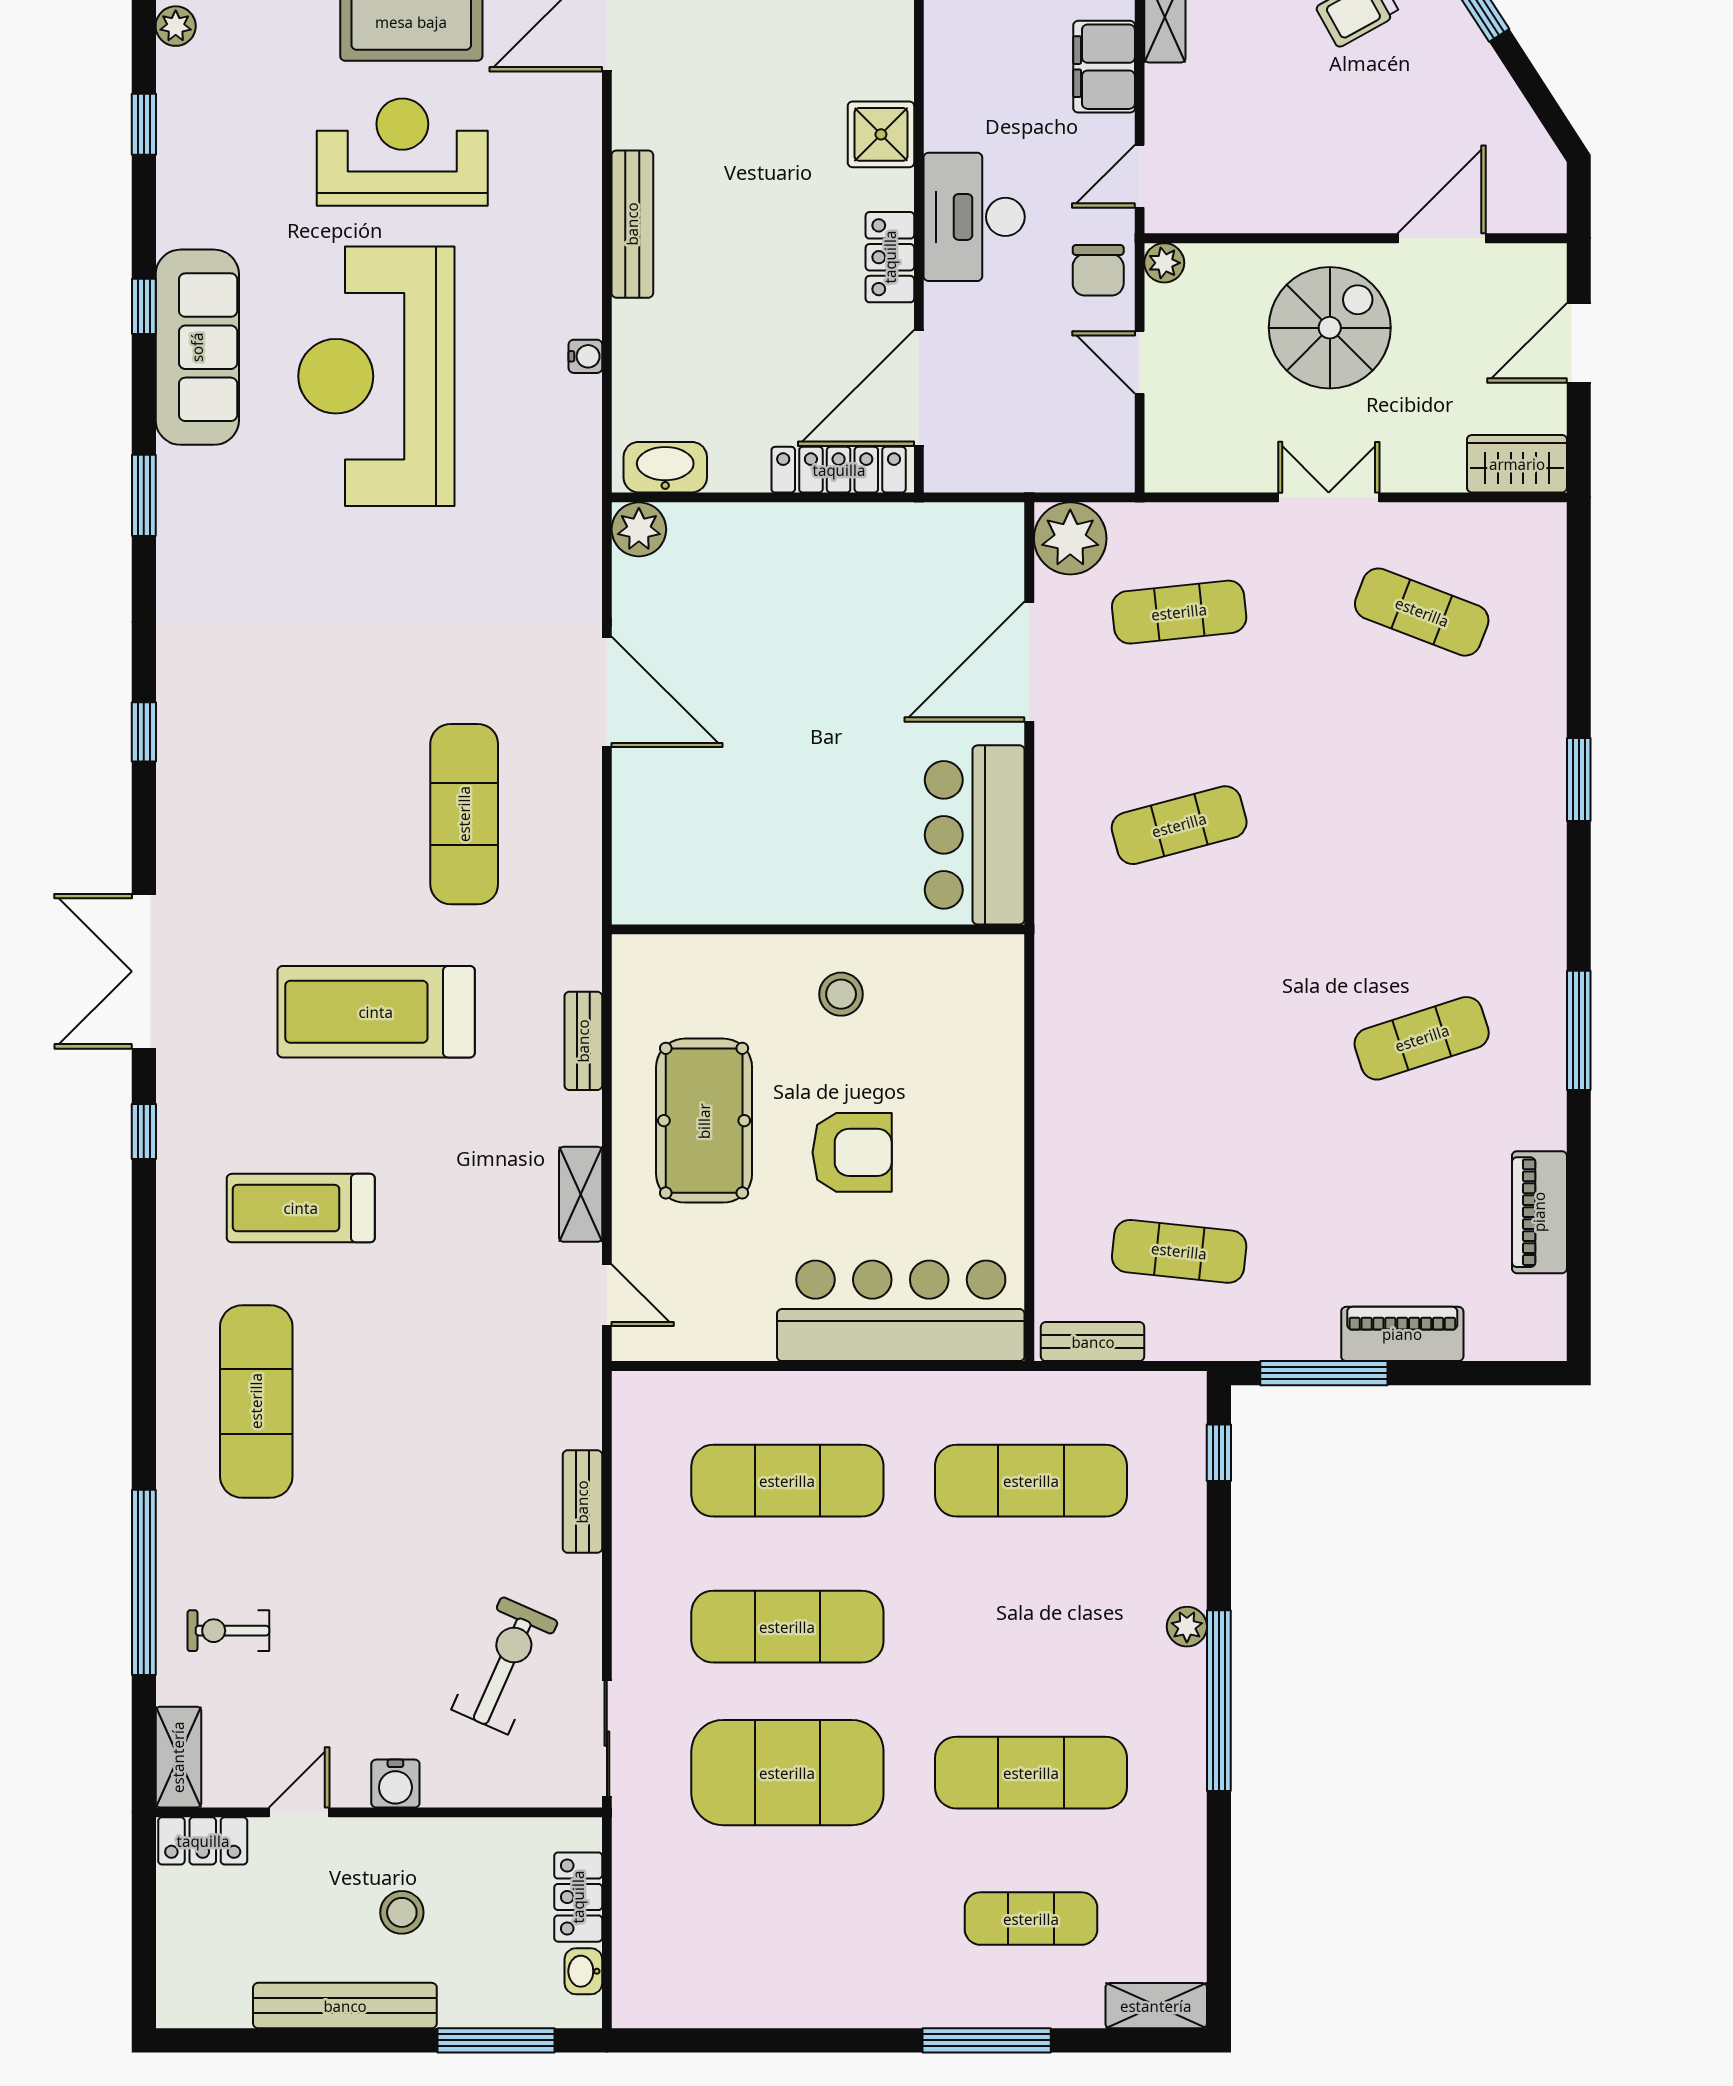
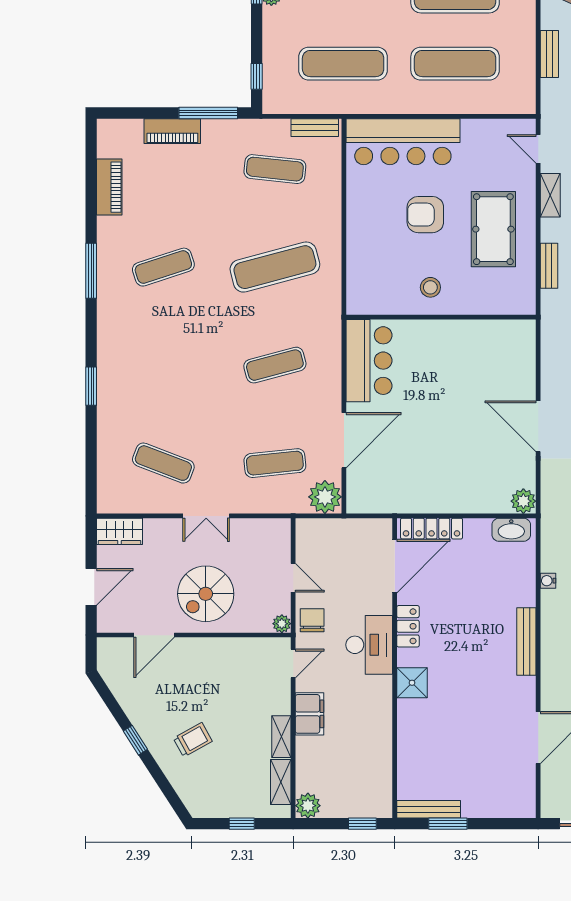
exercise mat: (1179, 1038) -> (275, 267), added

